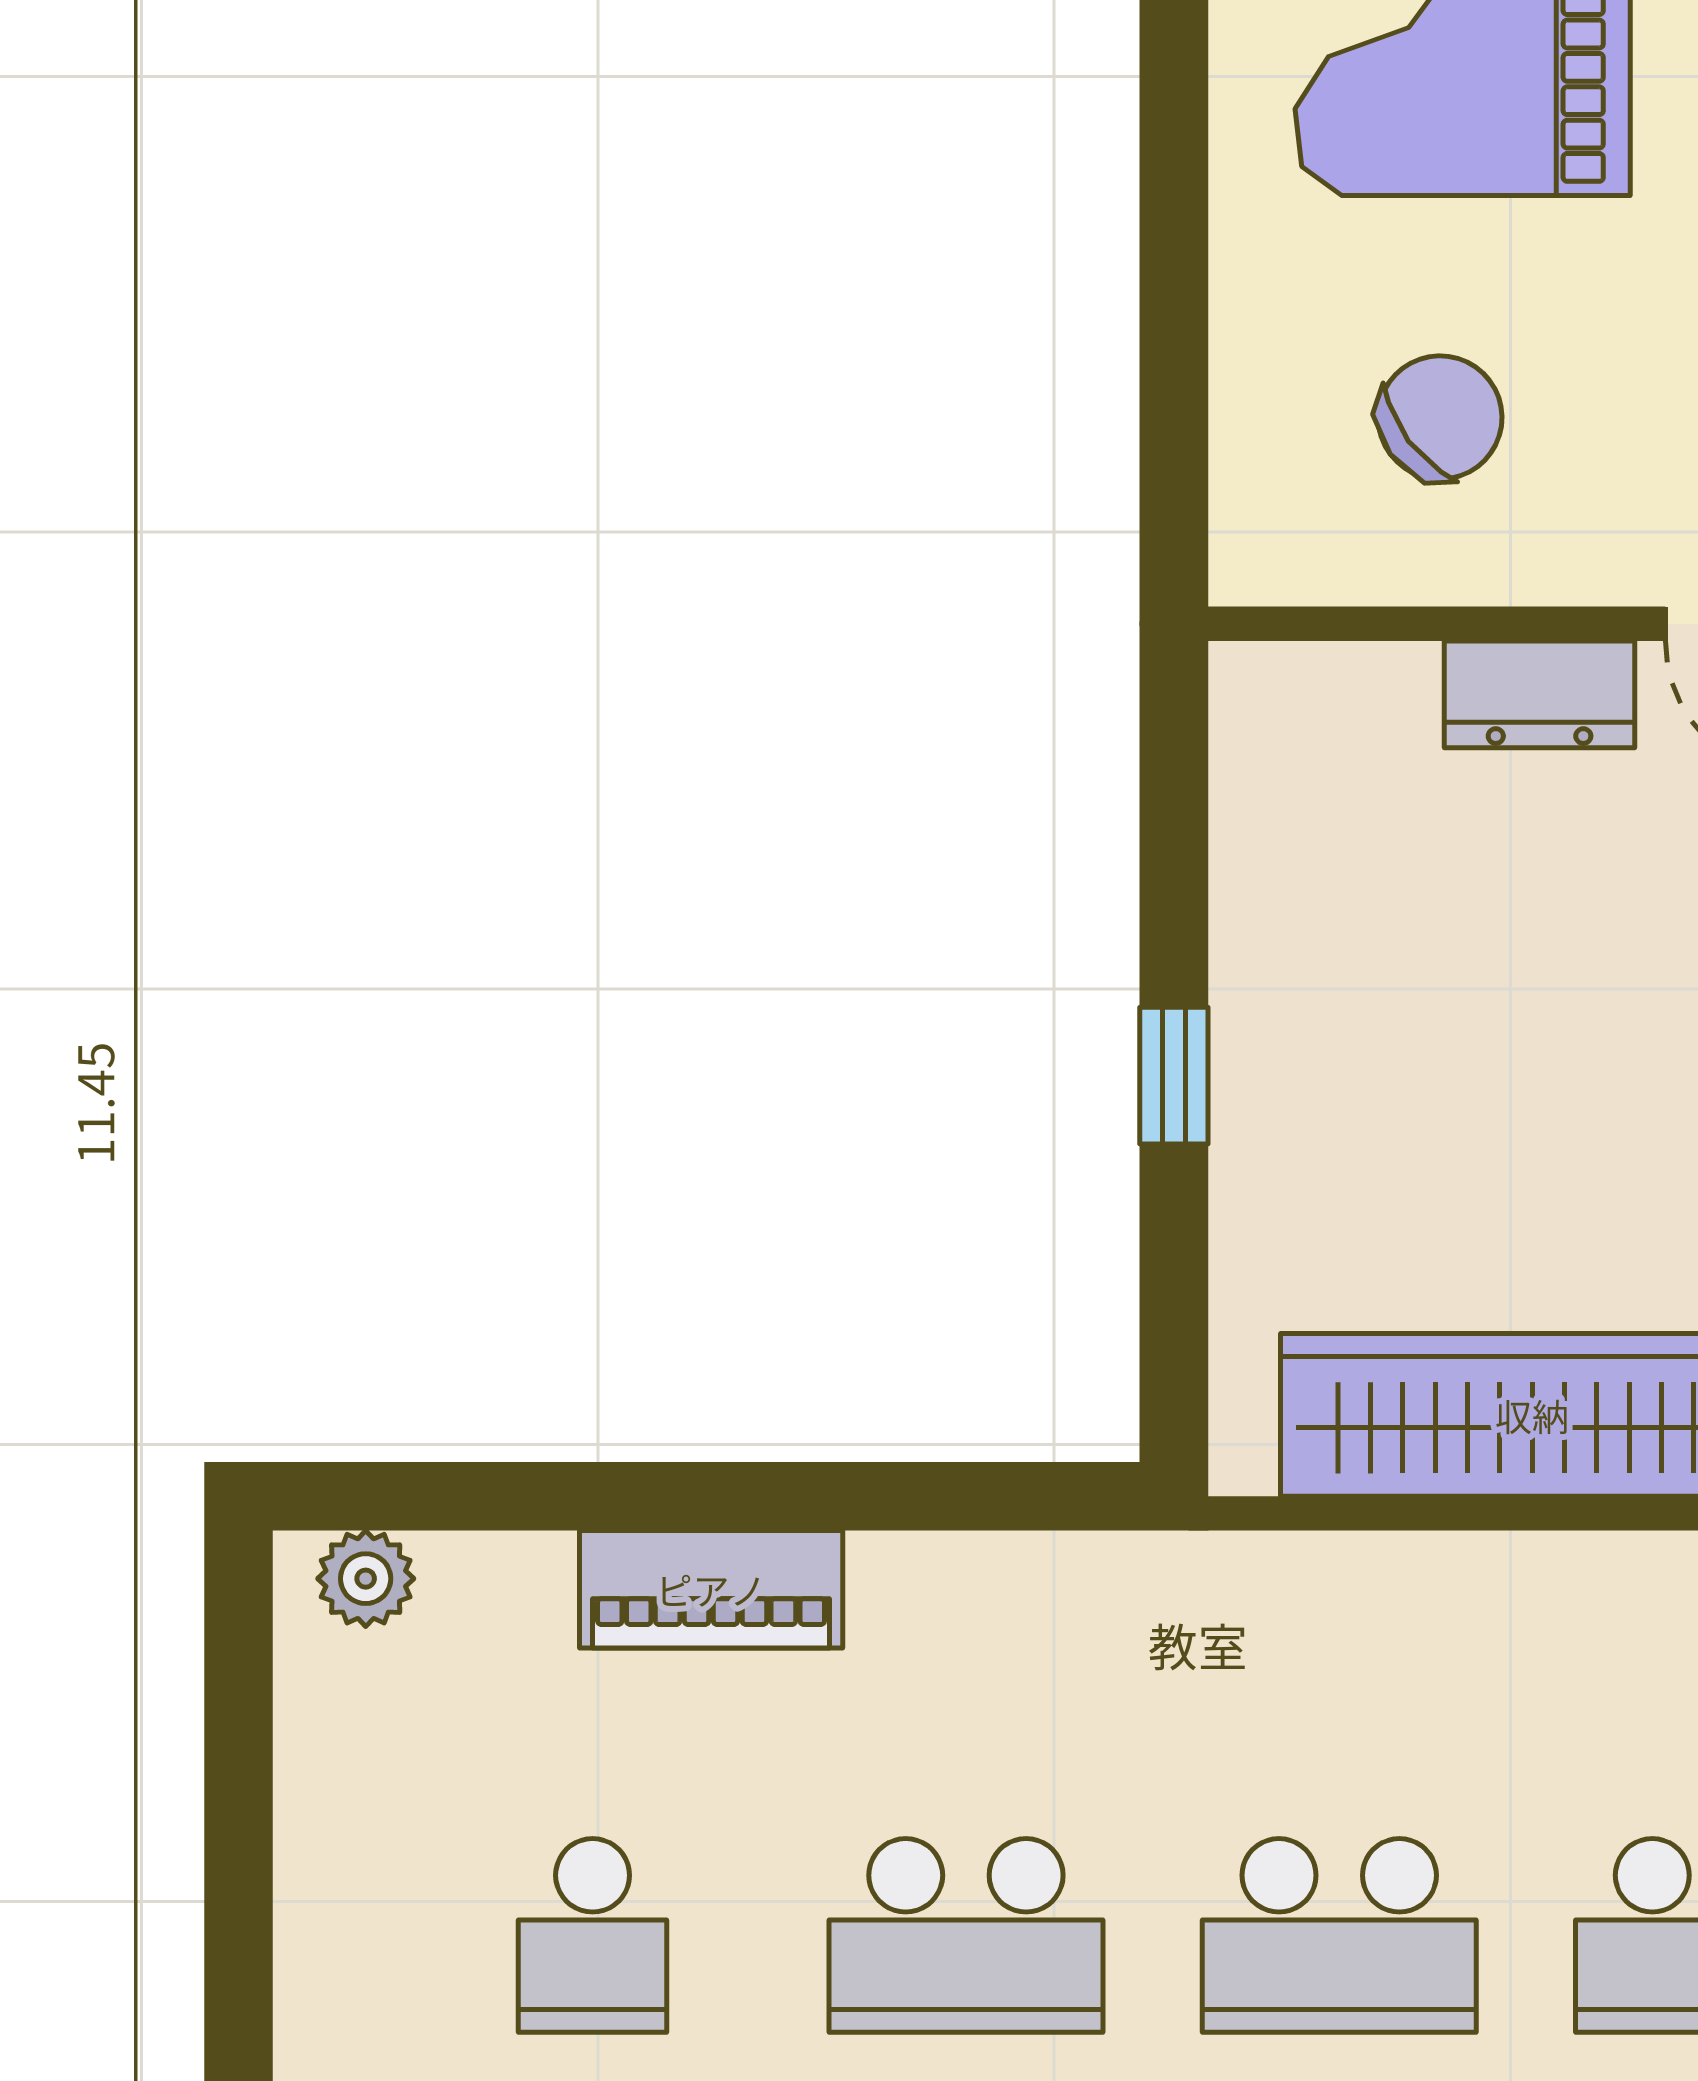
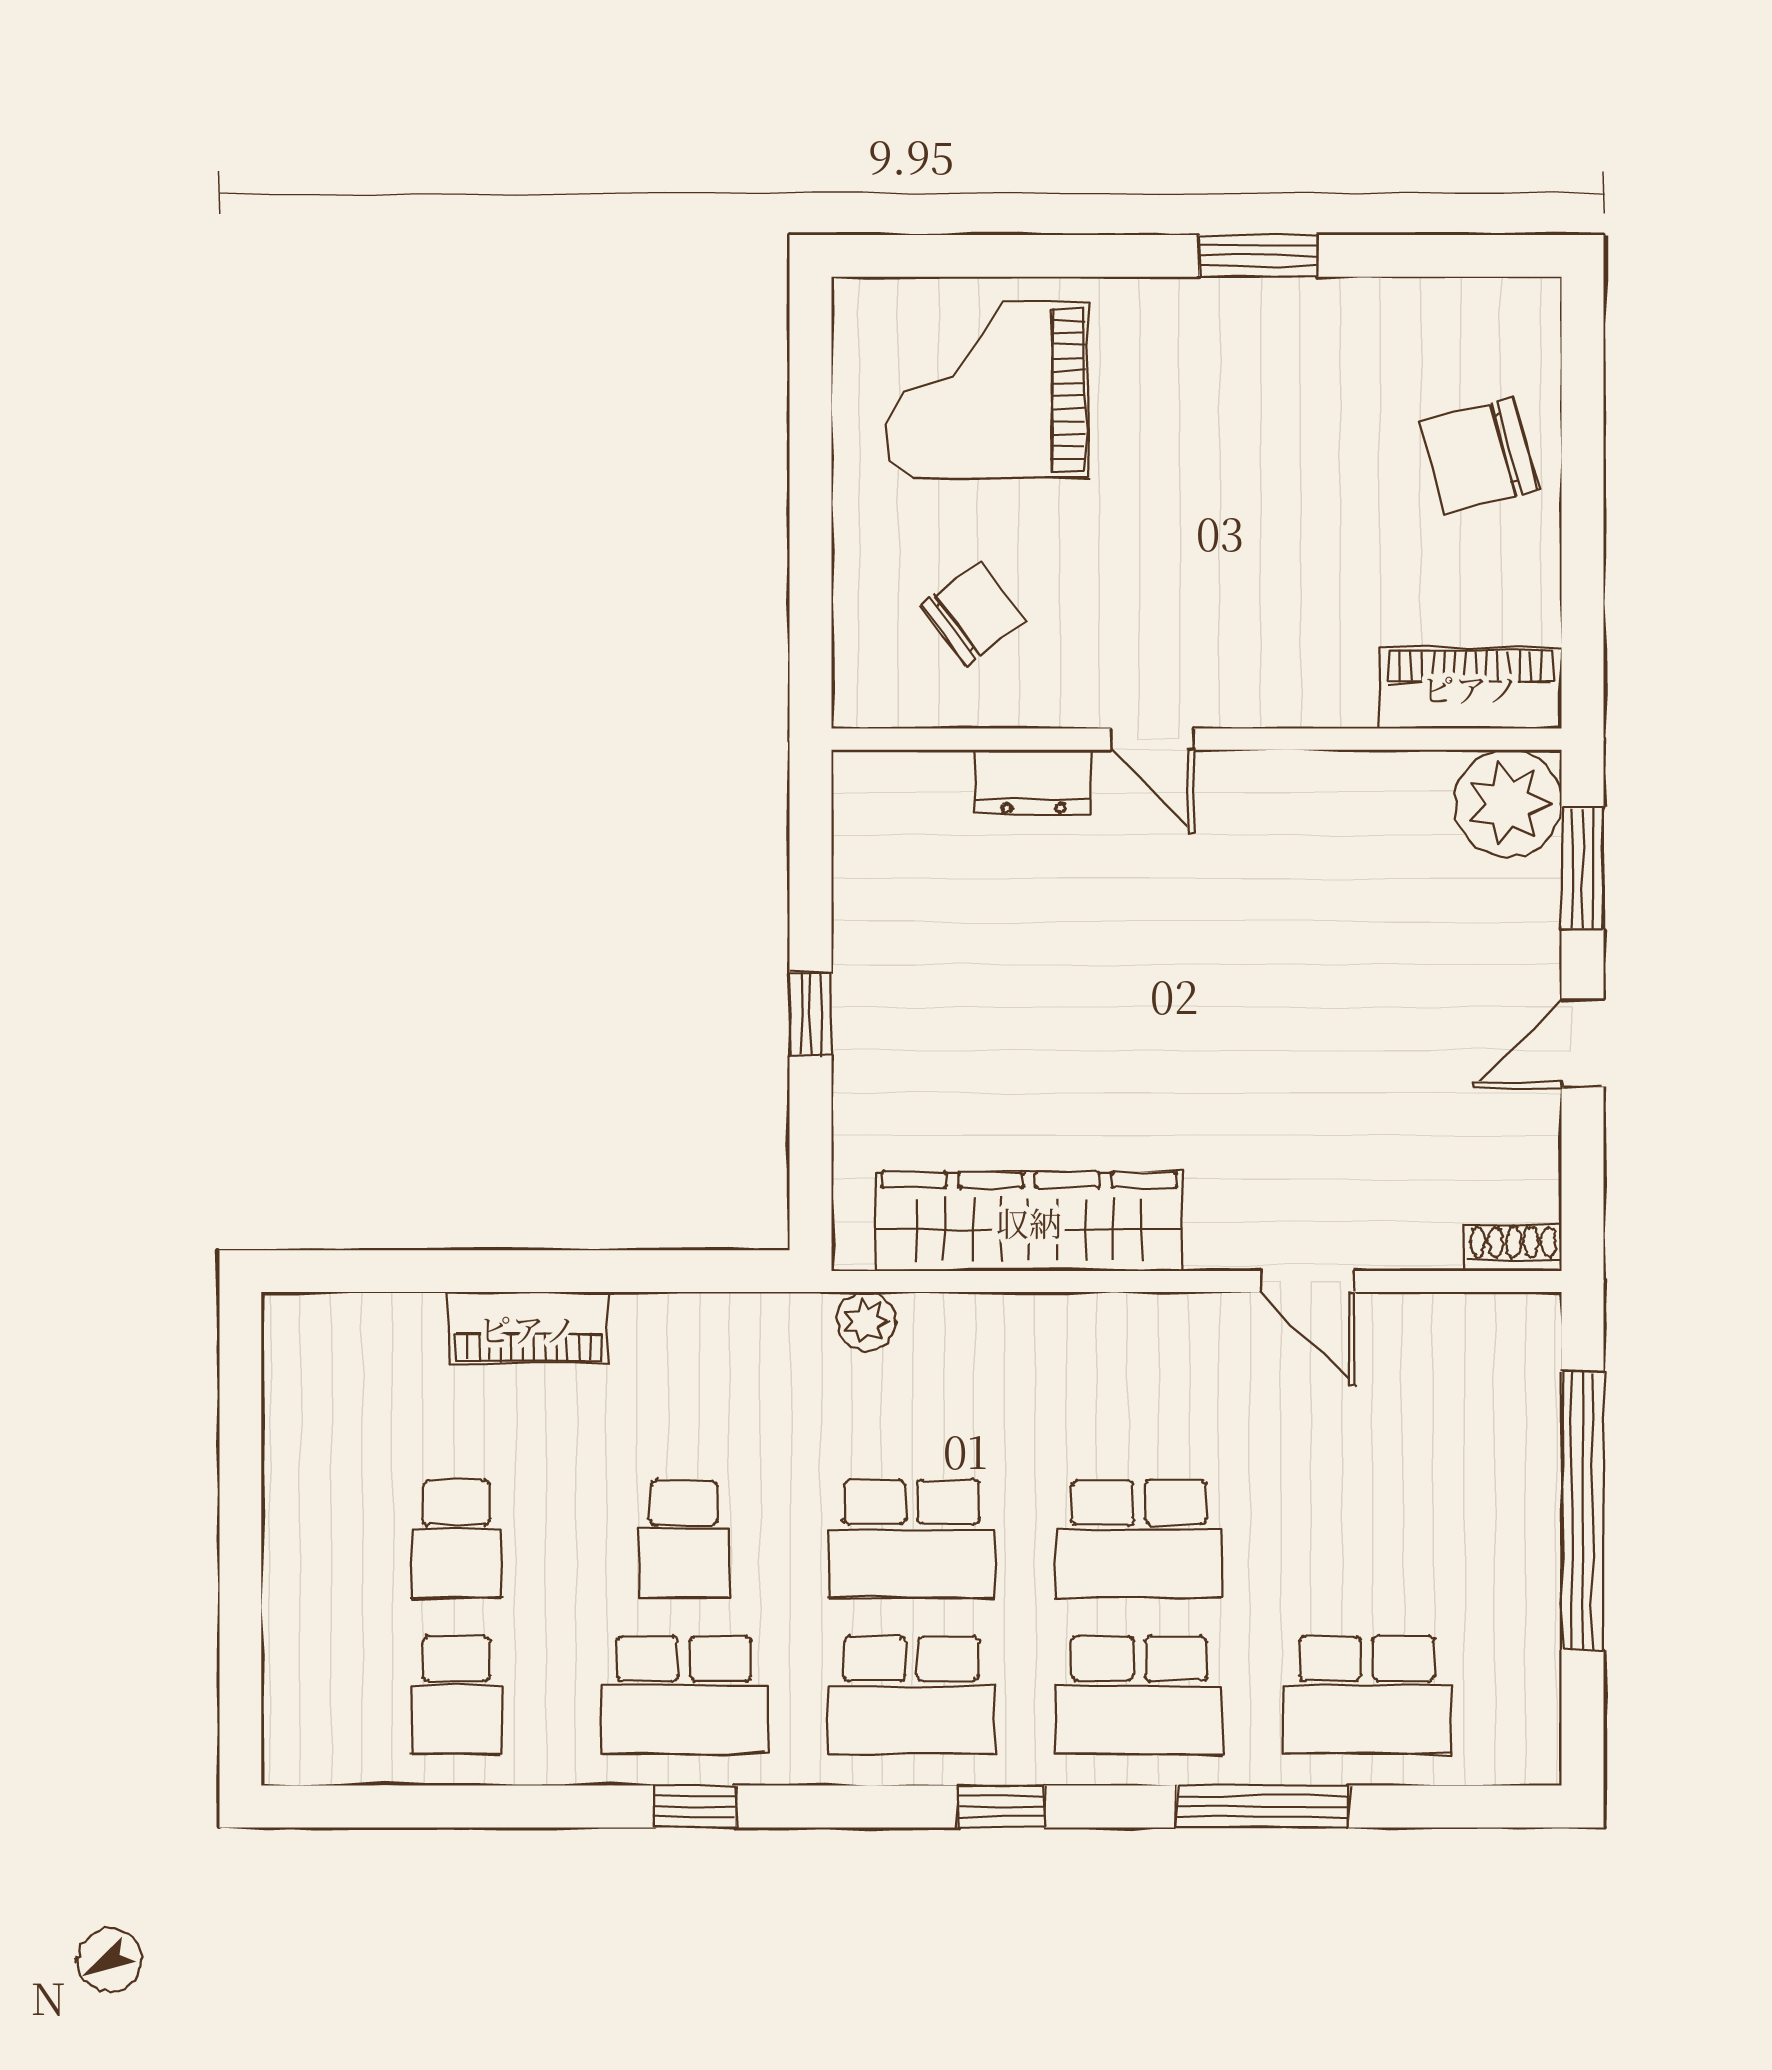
plant: (366, 1579) -> (866, 1321), moved
school desk: (966, 1935) -> (684, 1539), width x0.54

